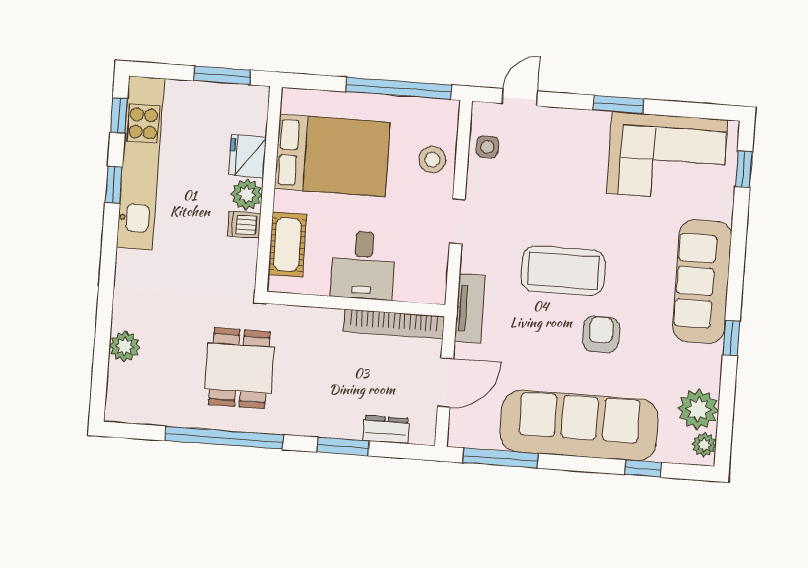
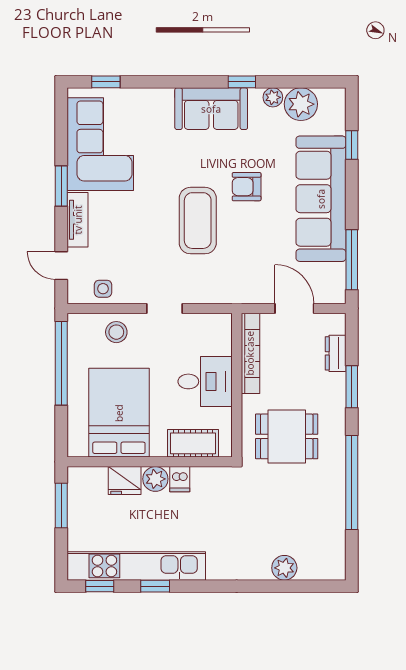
sofa: (702, 281) -> (211, 109), width x0.73
tv unit: (470, 309) -> (78, 220), moved, turned 90
dining table: (239, 368) -> (287, 436), moved
plant: (704, 445) -> (273, 97), moved

